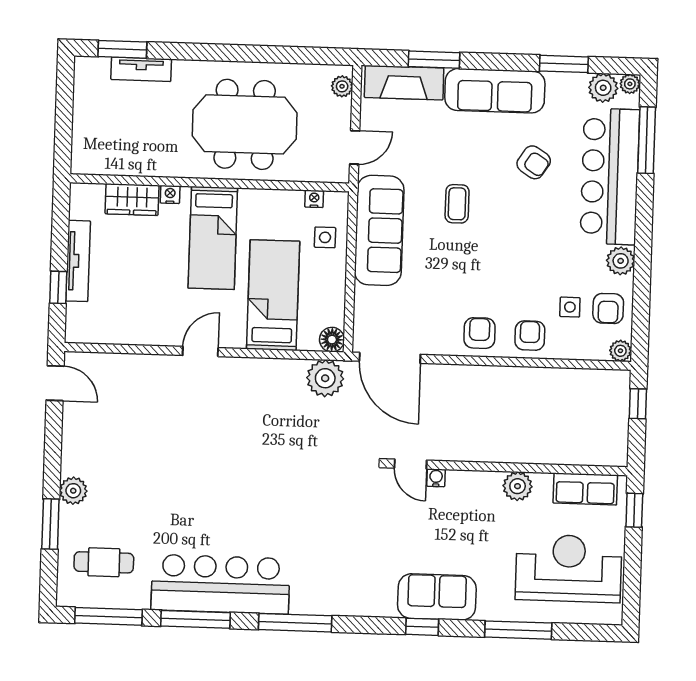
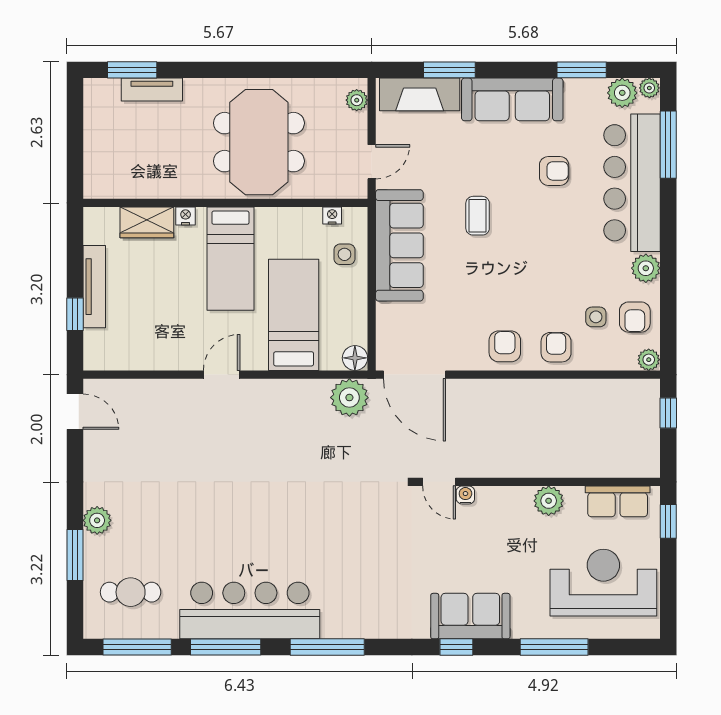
meeting table: (245, 124) -> (259, 142), turned 90
armchair: (534, 162) -> (554, 171), turned -33

